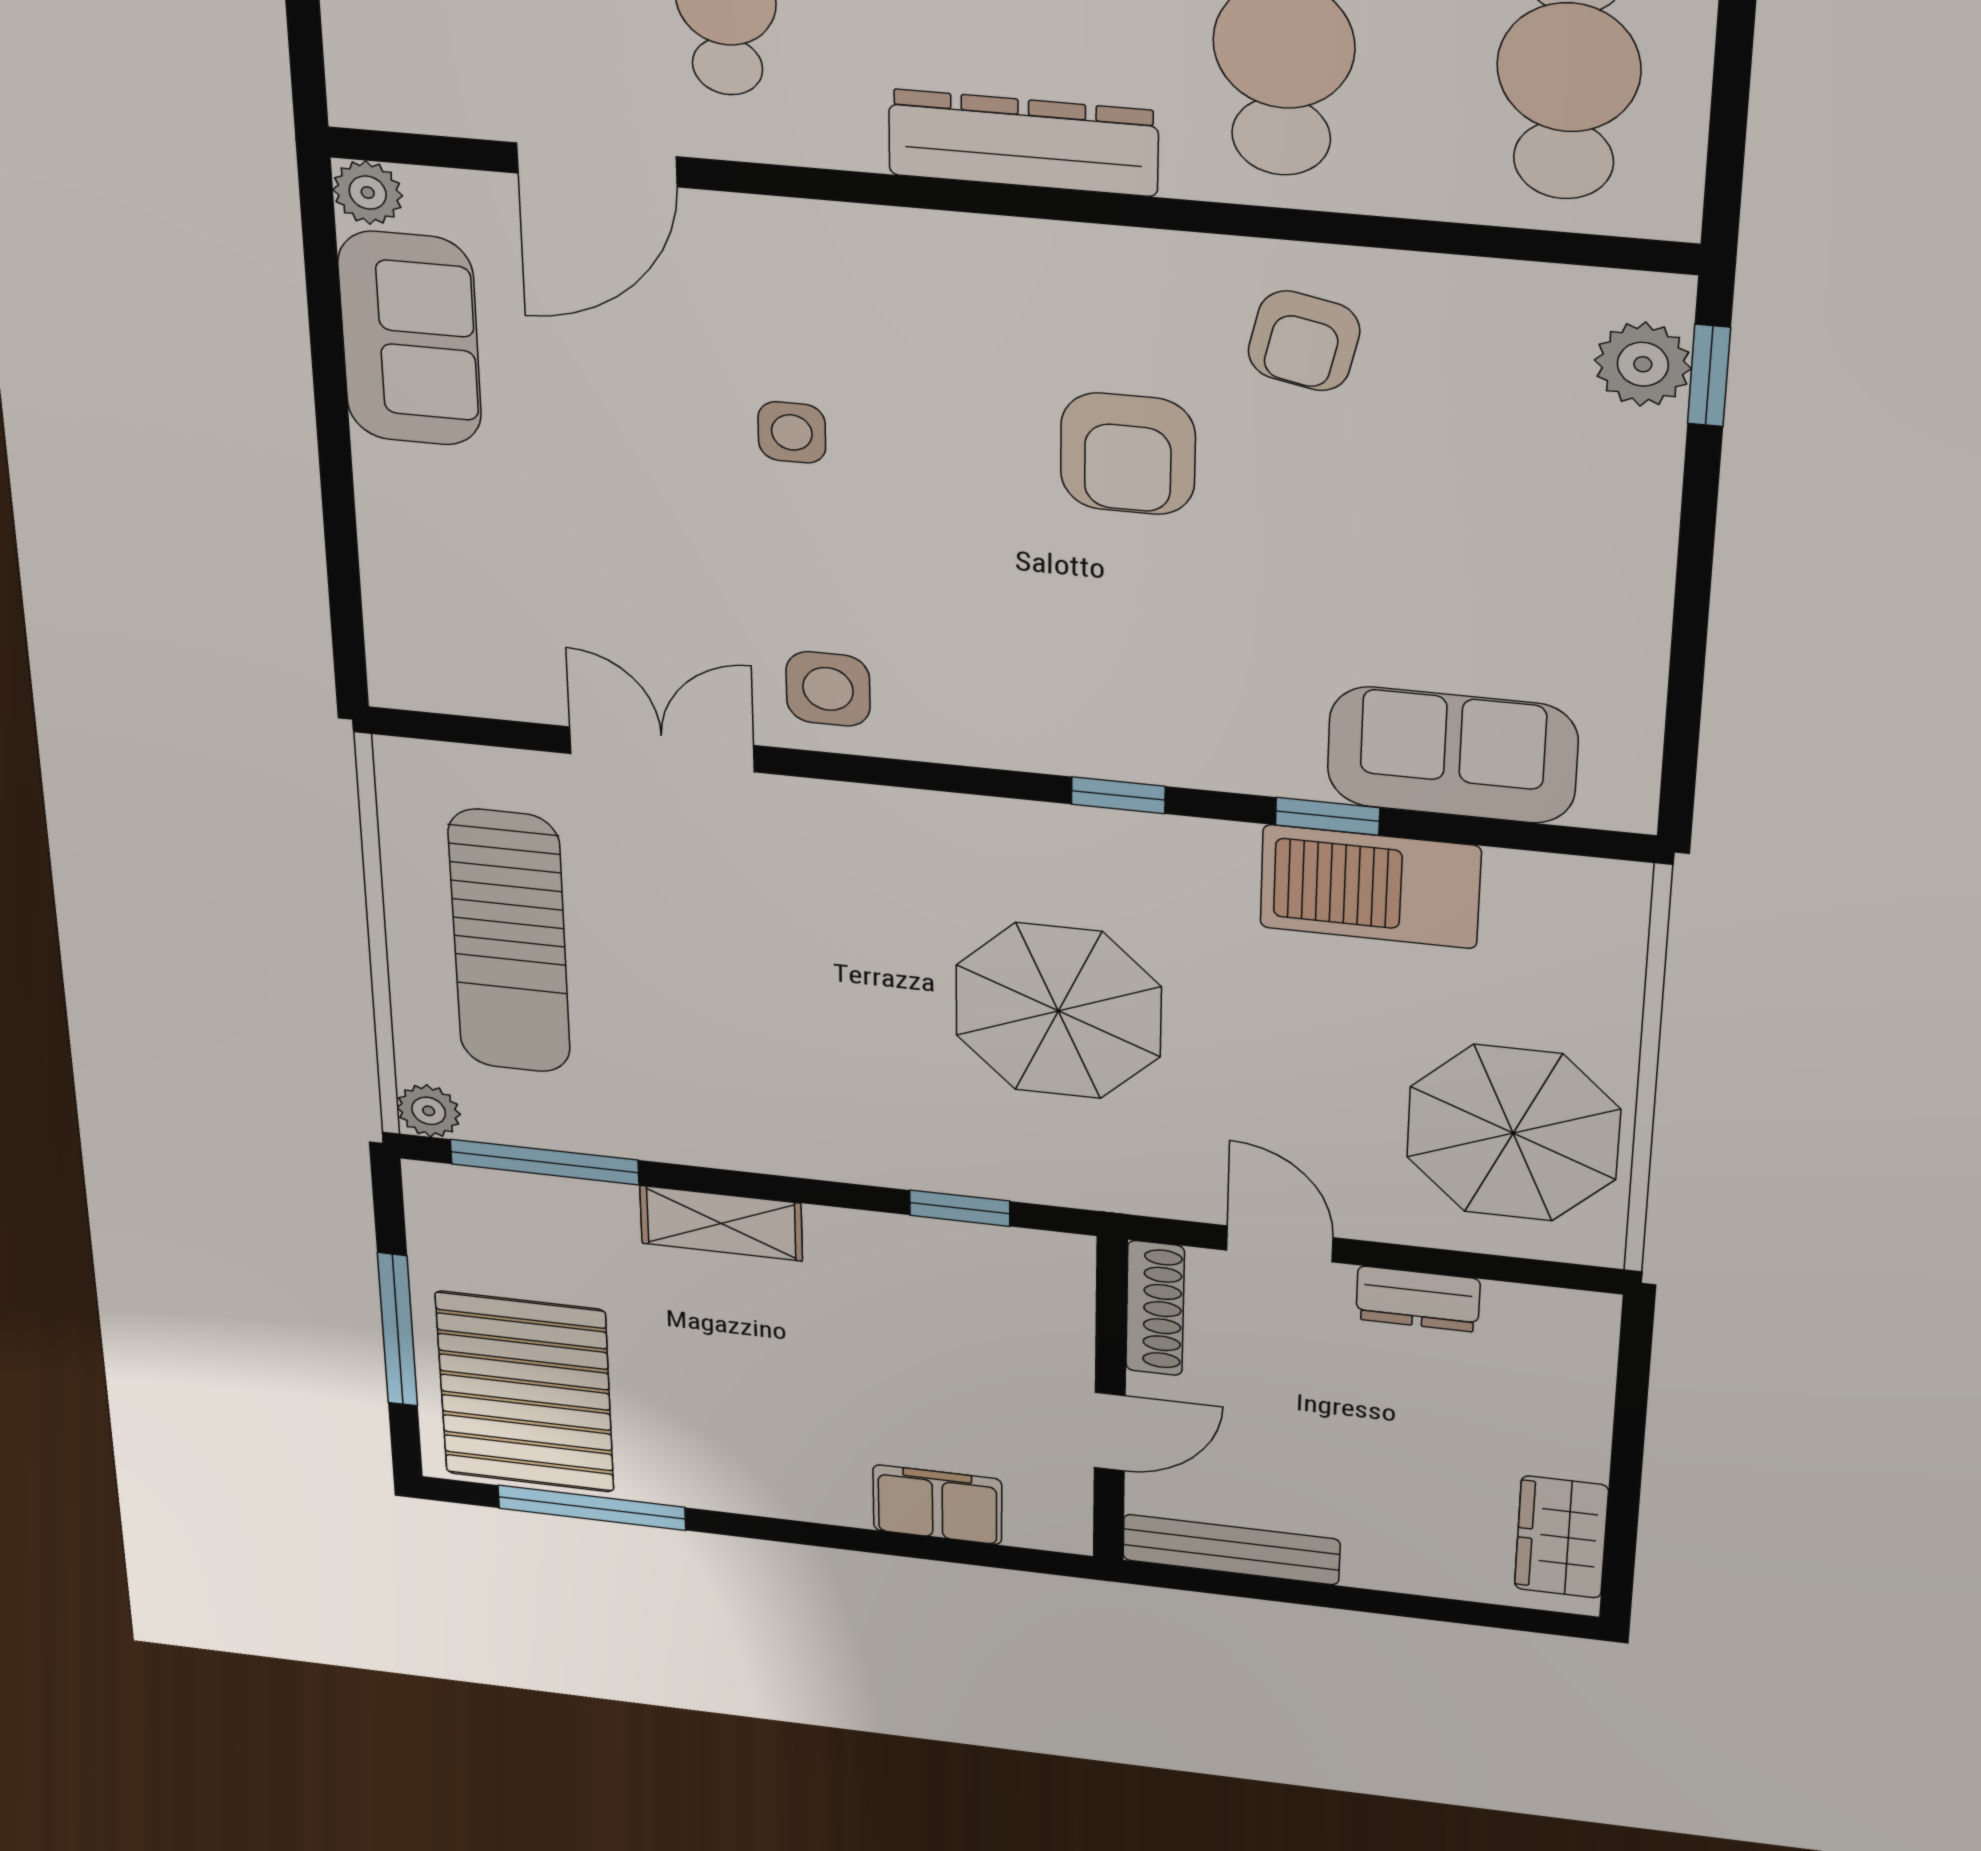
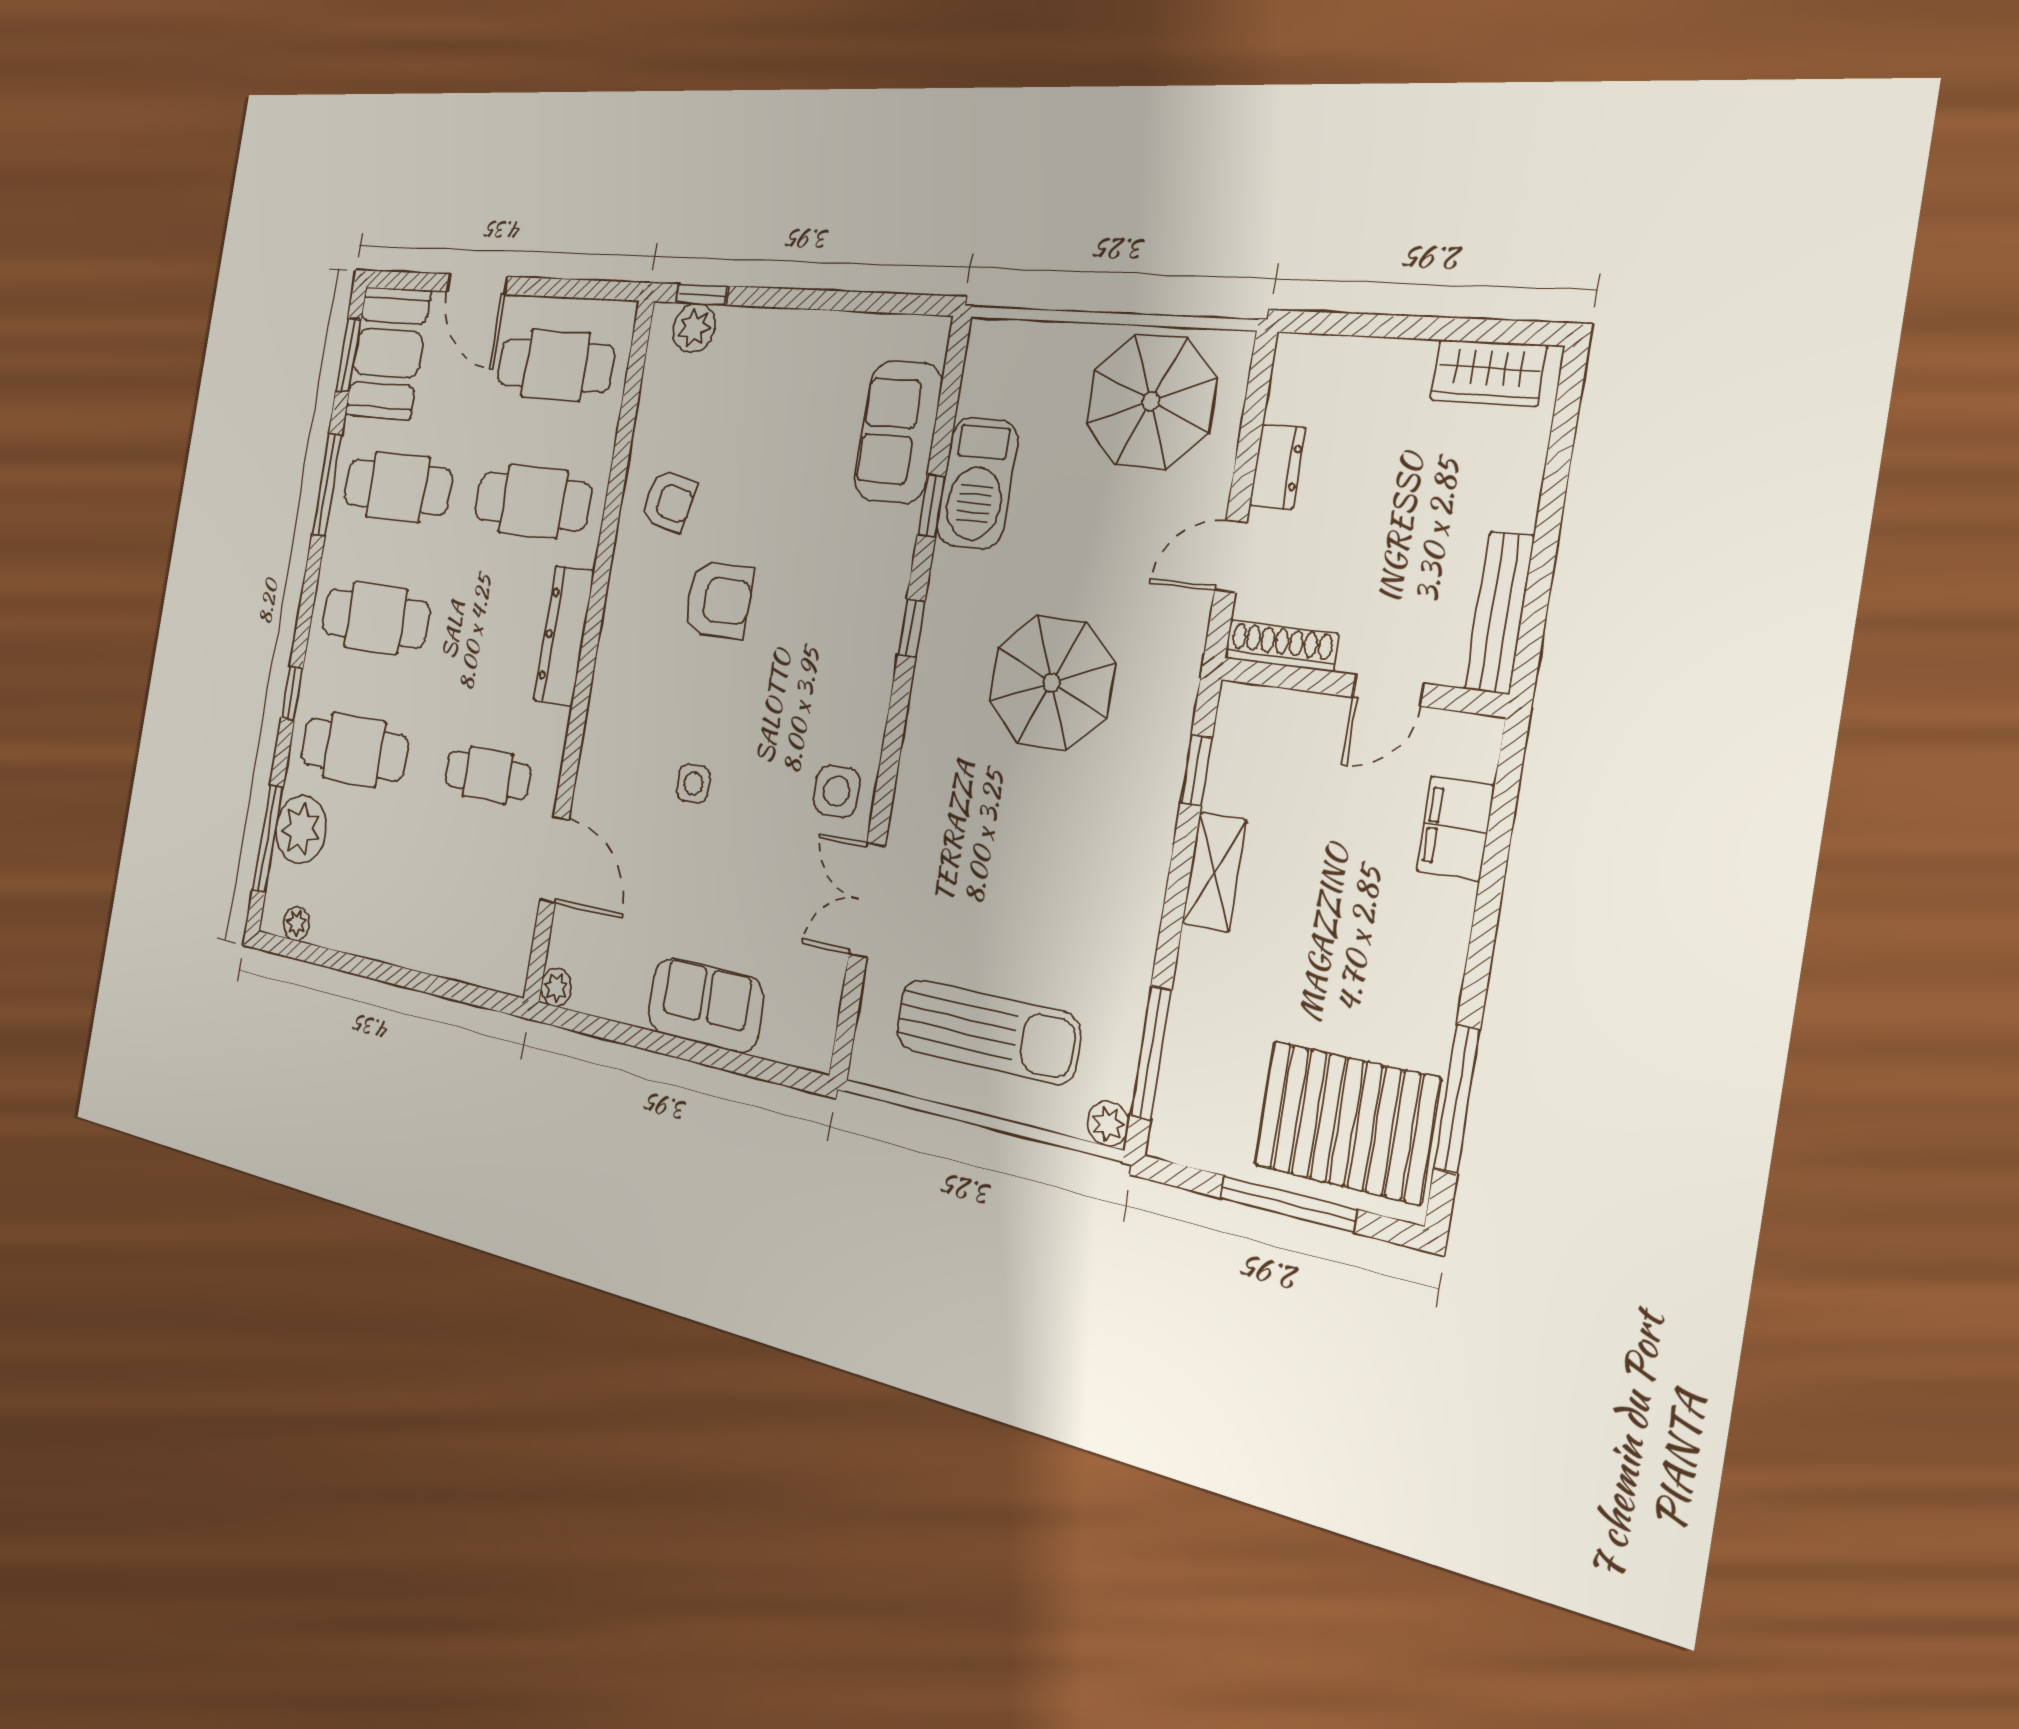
sofa: (410, 339) -> (705, 1005), moved
shelving: (721, 1223) -> (1214, 872), moved
door: (1110, 1432) -> (1388, 690), swing flipped

